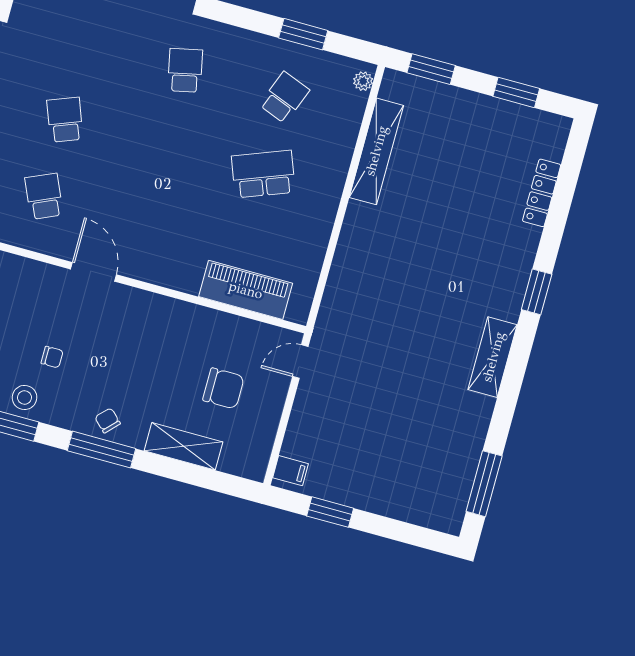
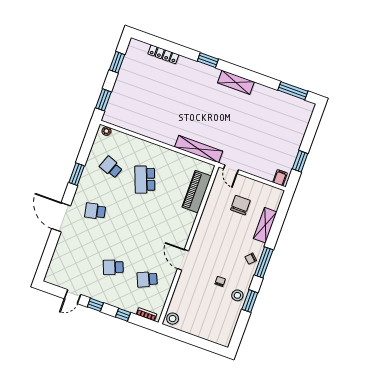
window: (303, 34) -> (77, 174), moved
shelving: (376, 151) -> (199, 149), moved
door: (93, 272) -> (183, 260), hinge flipped

